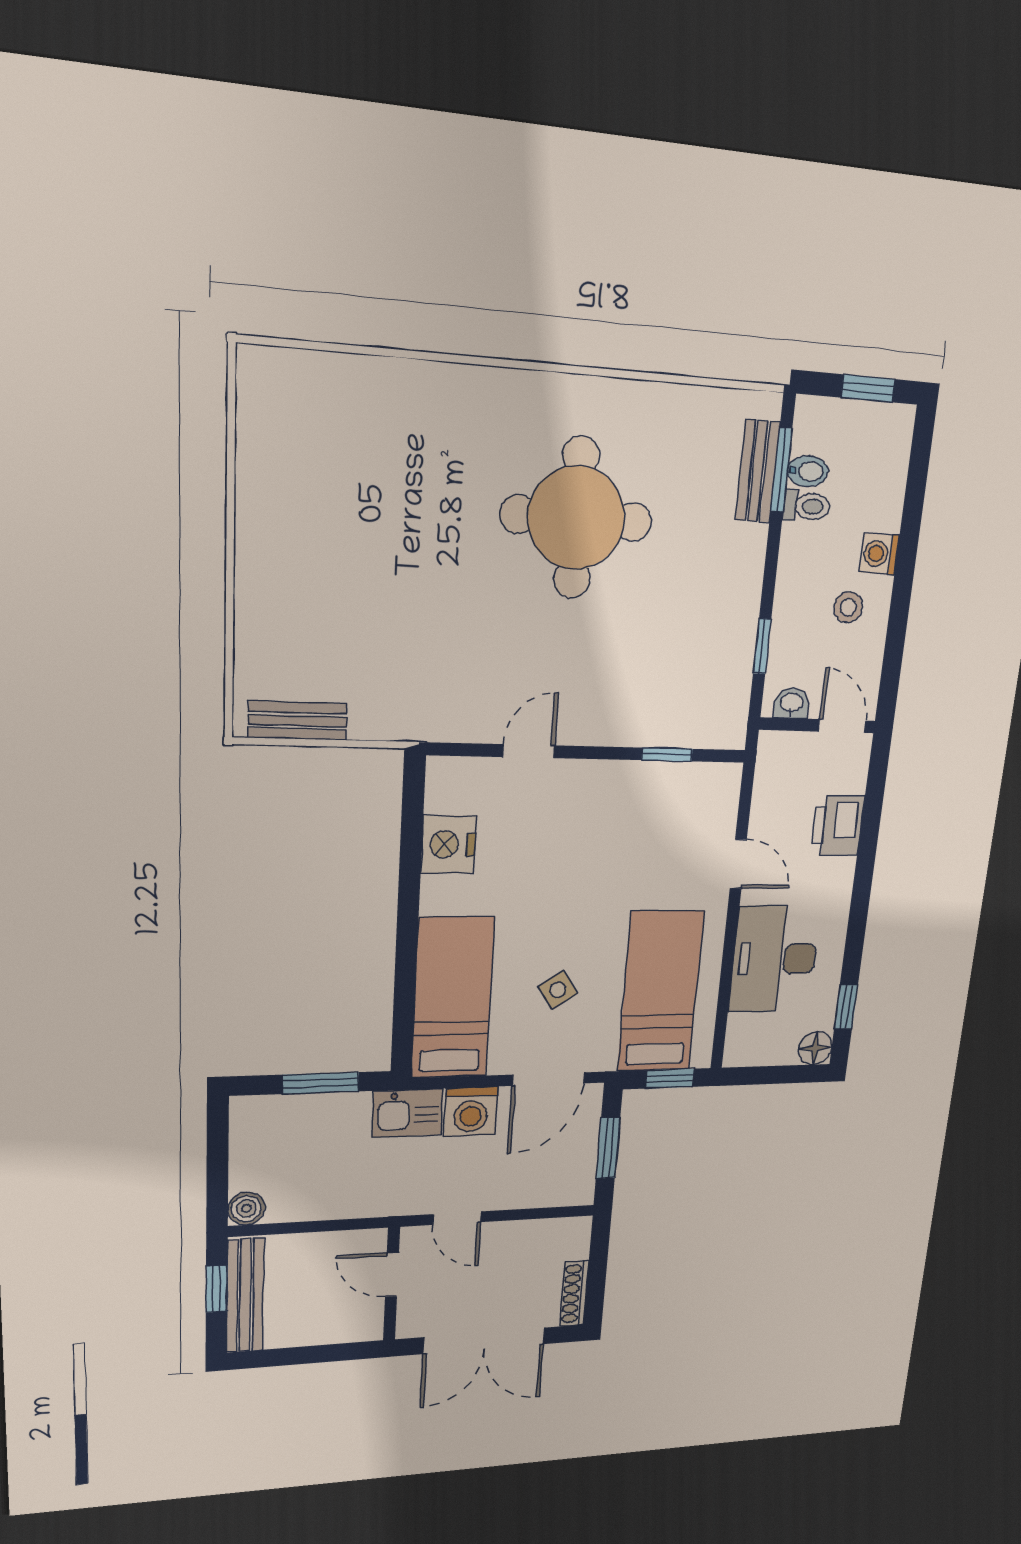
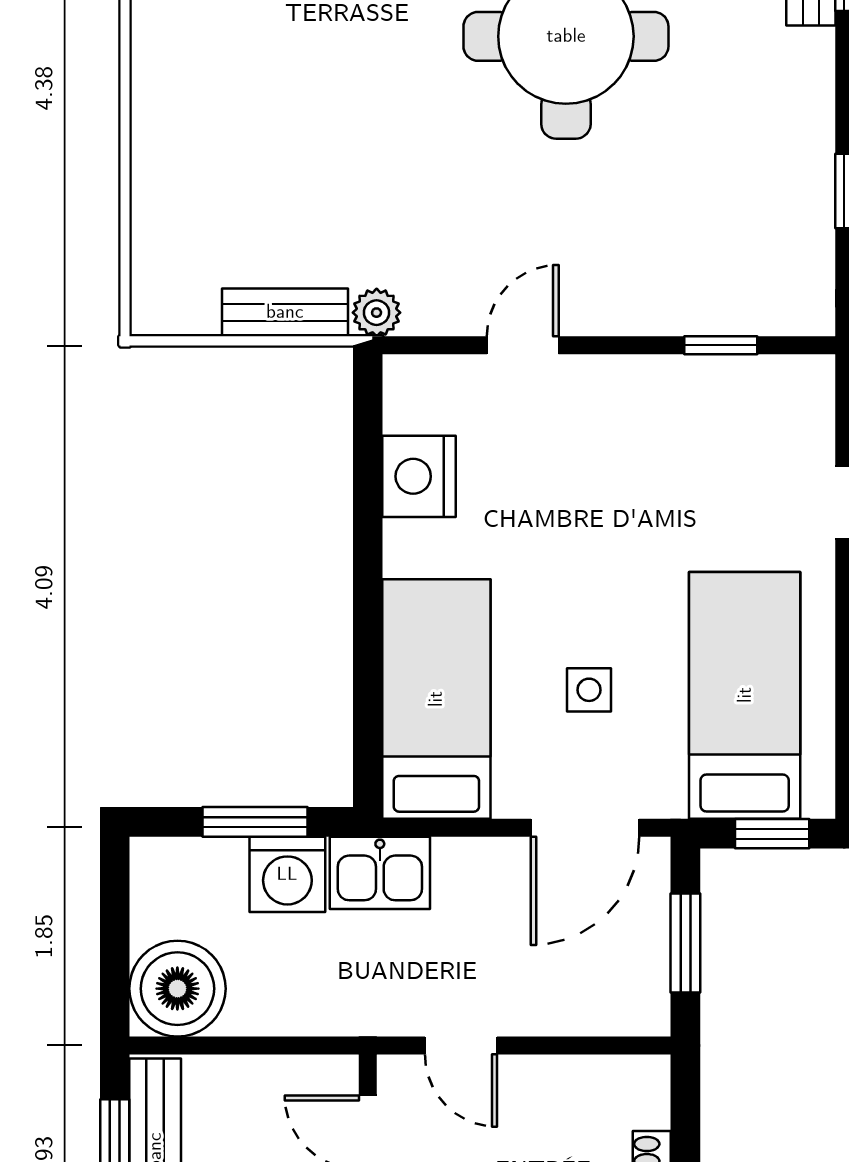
bench: (298, 721) -> (285, 312), moved
plant: (423, 724) -> (377, 313), added
side table: (558, 990) -> (589, 690), turned 34
washing machine: (471, 1111) -> (287, 874), moved
boiler: (246, 1209) -> (177, 989), width x1.86, depth x1.86

